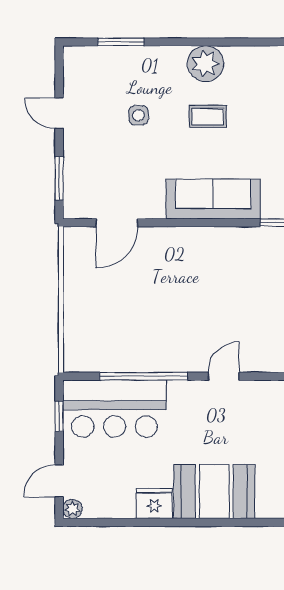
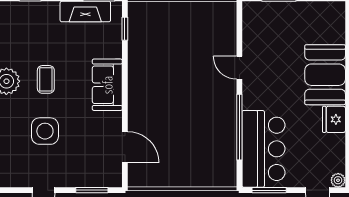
side table: (138, 115) -> (45, 131), width x1.87, depth x1.87
sofa: (213, 199) -> (107, 85), width x0.73
window: (59, 416) -> (269, 190), width x1.50

